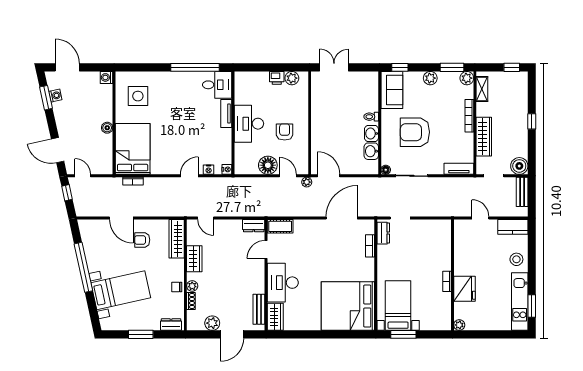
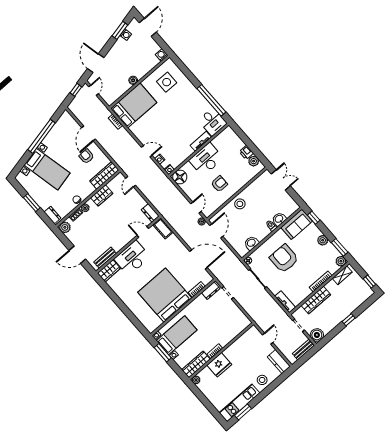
stool: (322, 129) -> (240, 204), added
washbasin: (371, 134) -> (279, 219), moved
floor lamp: (268, 165) -> (180, 177), moved
bed: (348, 306) -> (165, 295), moved
wardrobe: (444, 312) -> (196, 364), added
plant: (212, 323) -> (65, 227), moved

